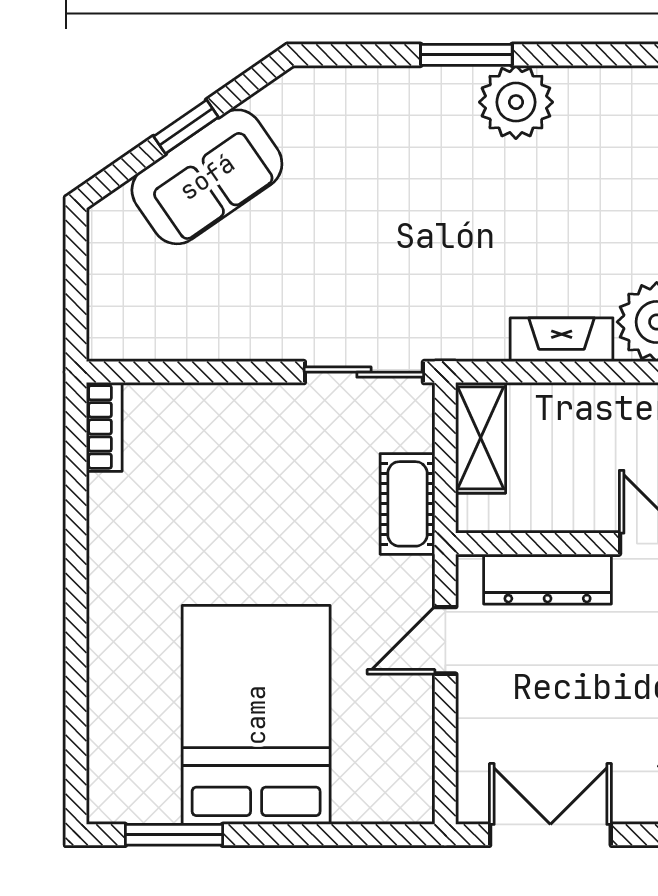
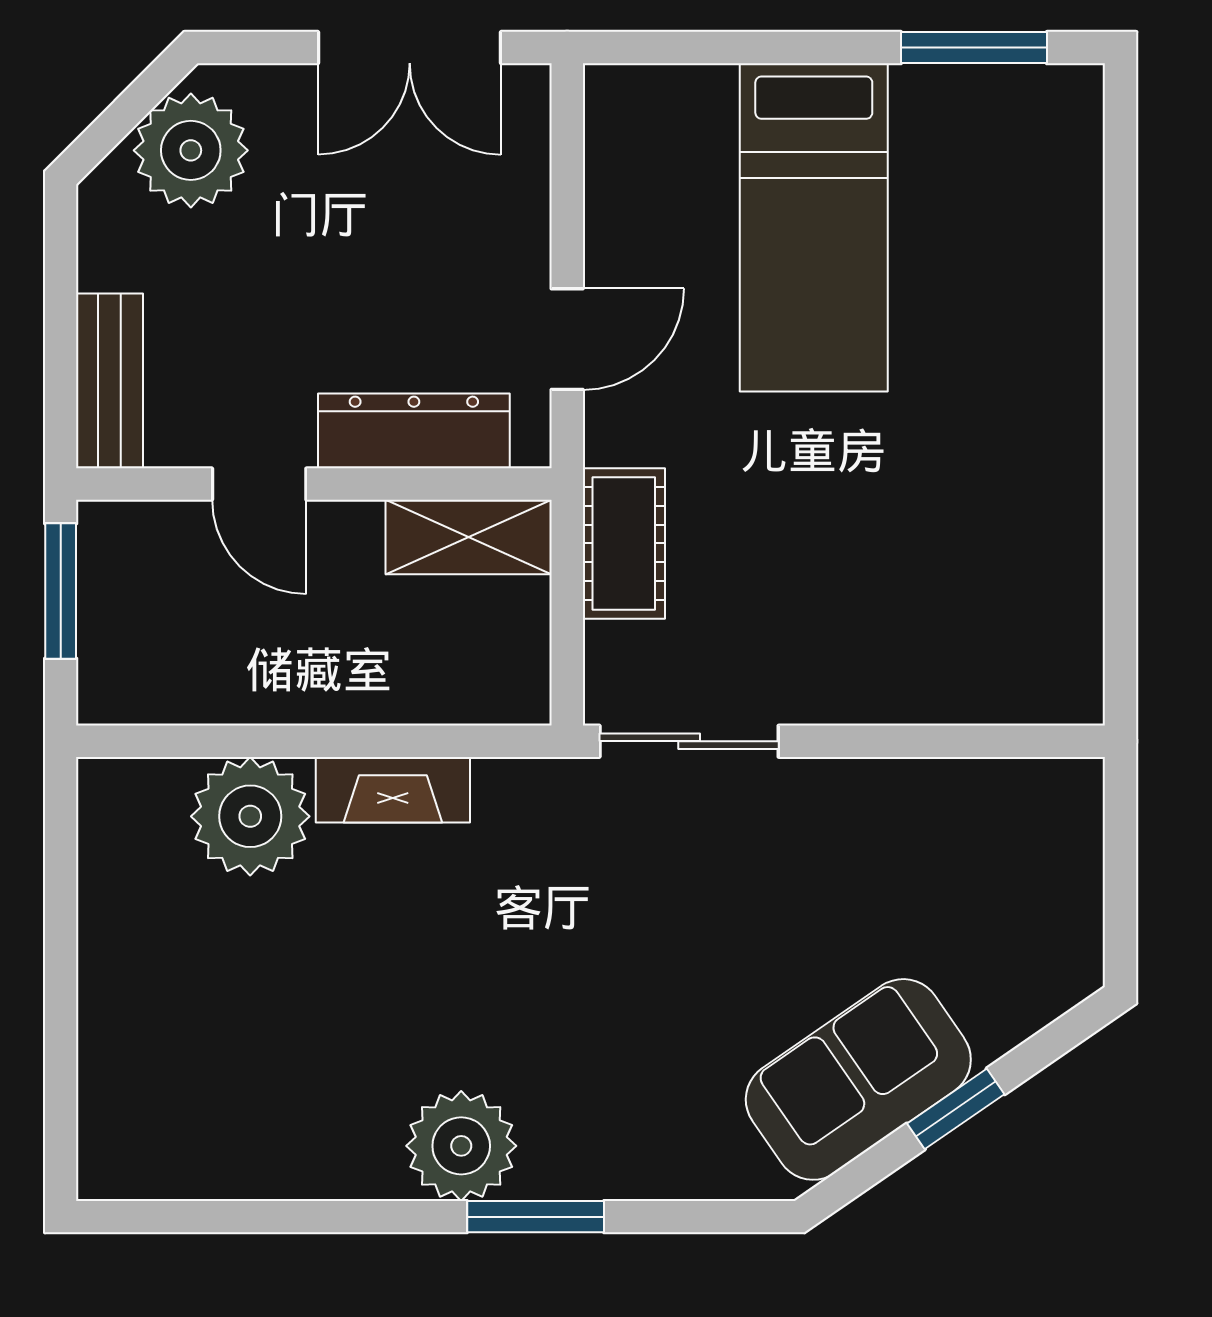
sofa: (207, 177) -> (858, 1079), moved
bookcase: (104, 427) -> (1078, 659), removed
shelving: (481, 438) -> (469, 537), moved, turned 90
bed: (256, 715) -> (814, 227), width x0.67

